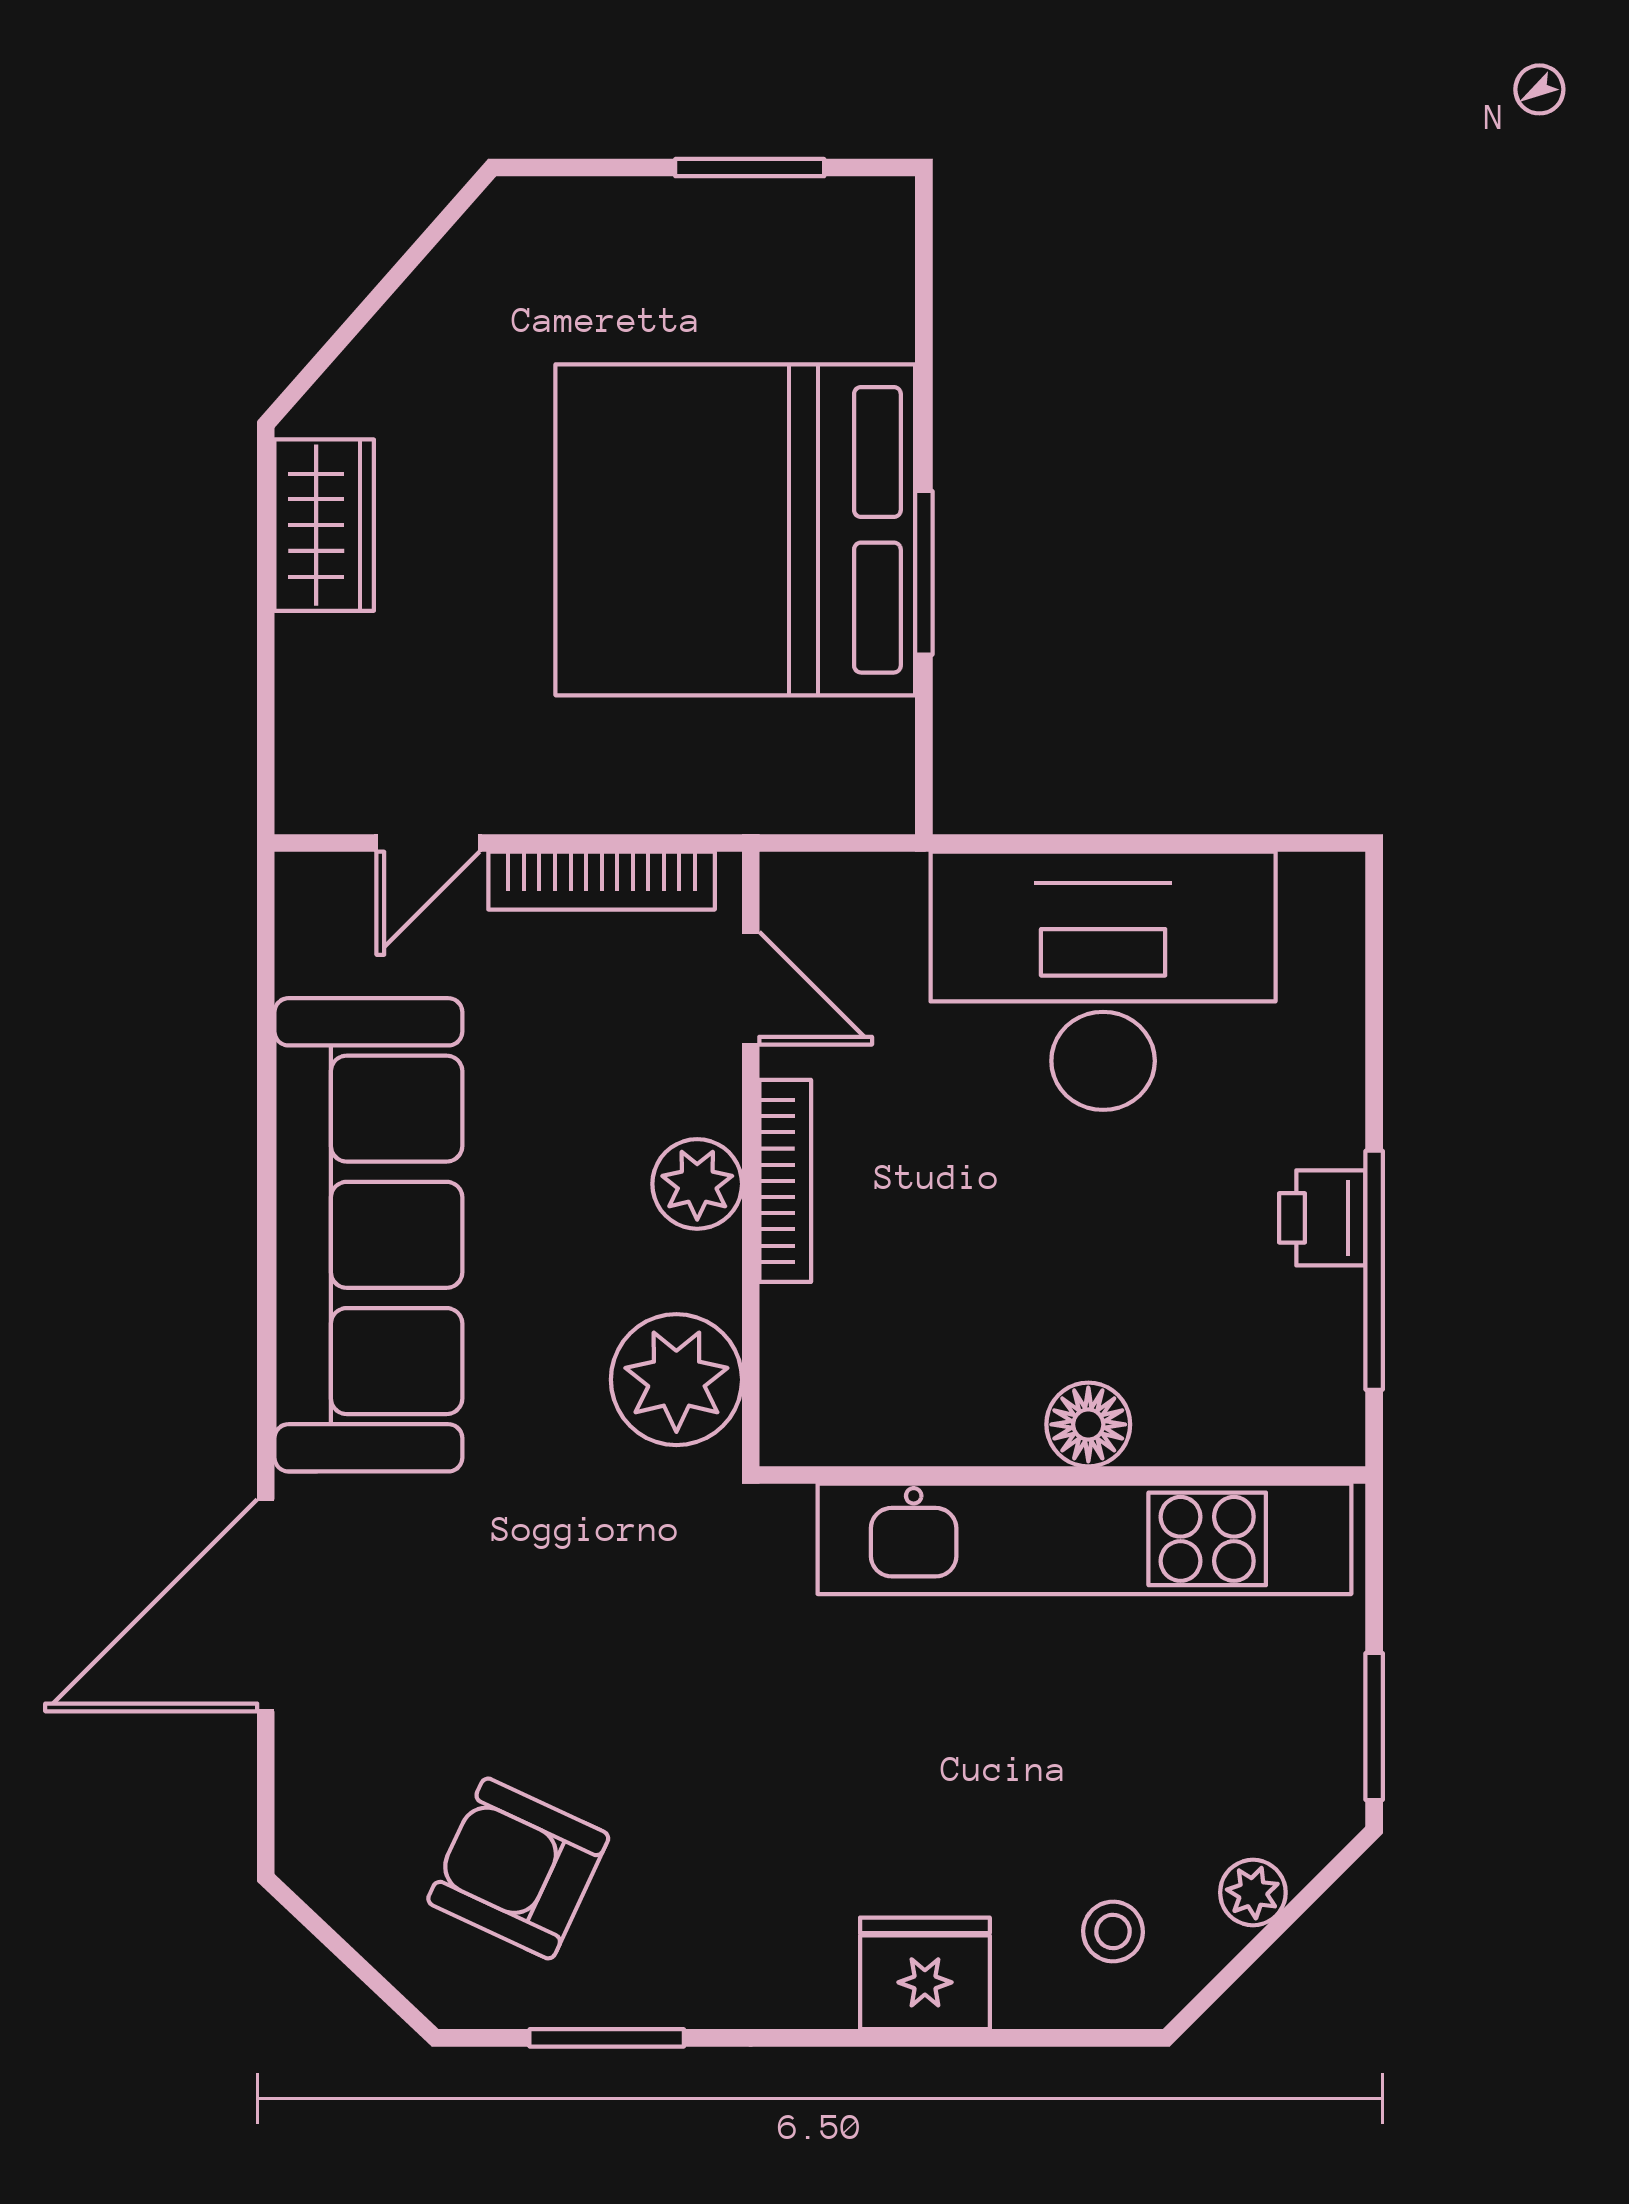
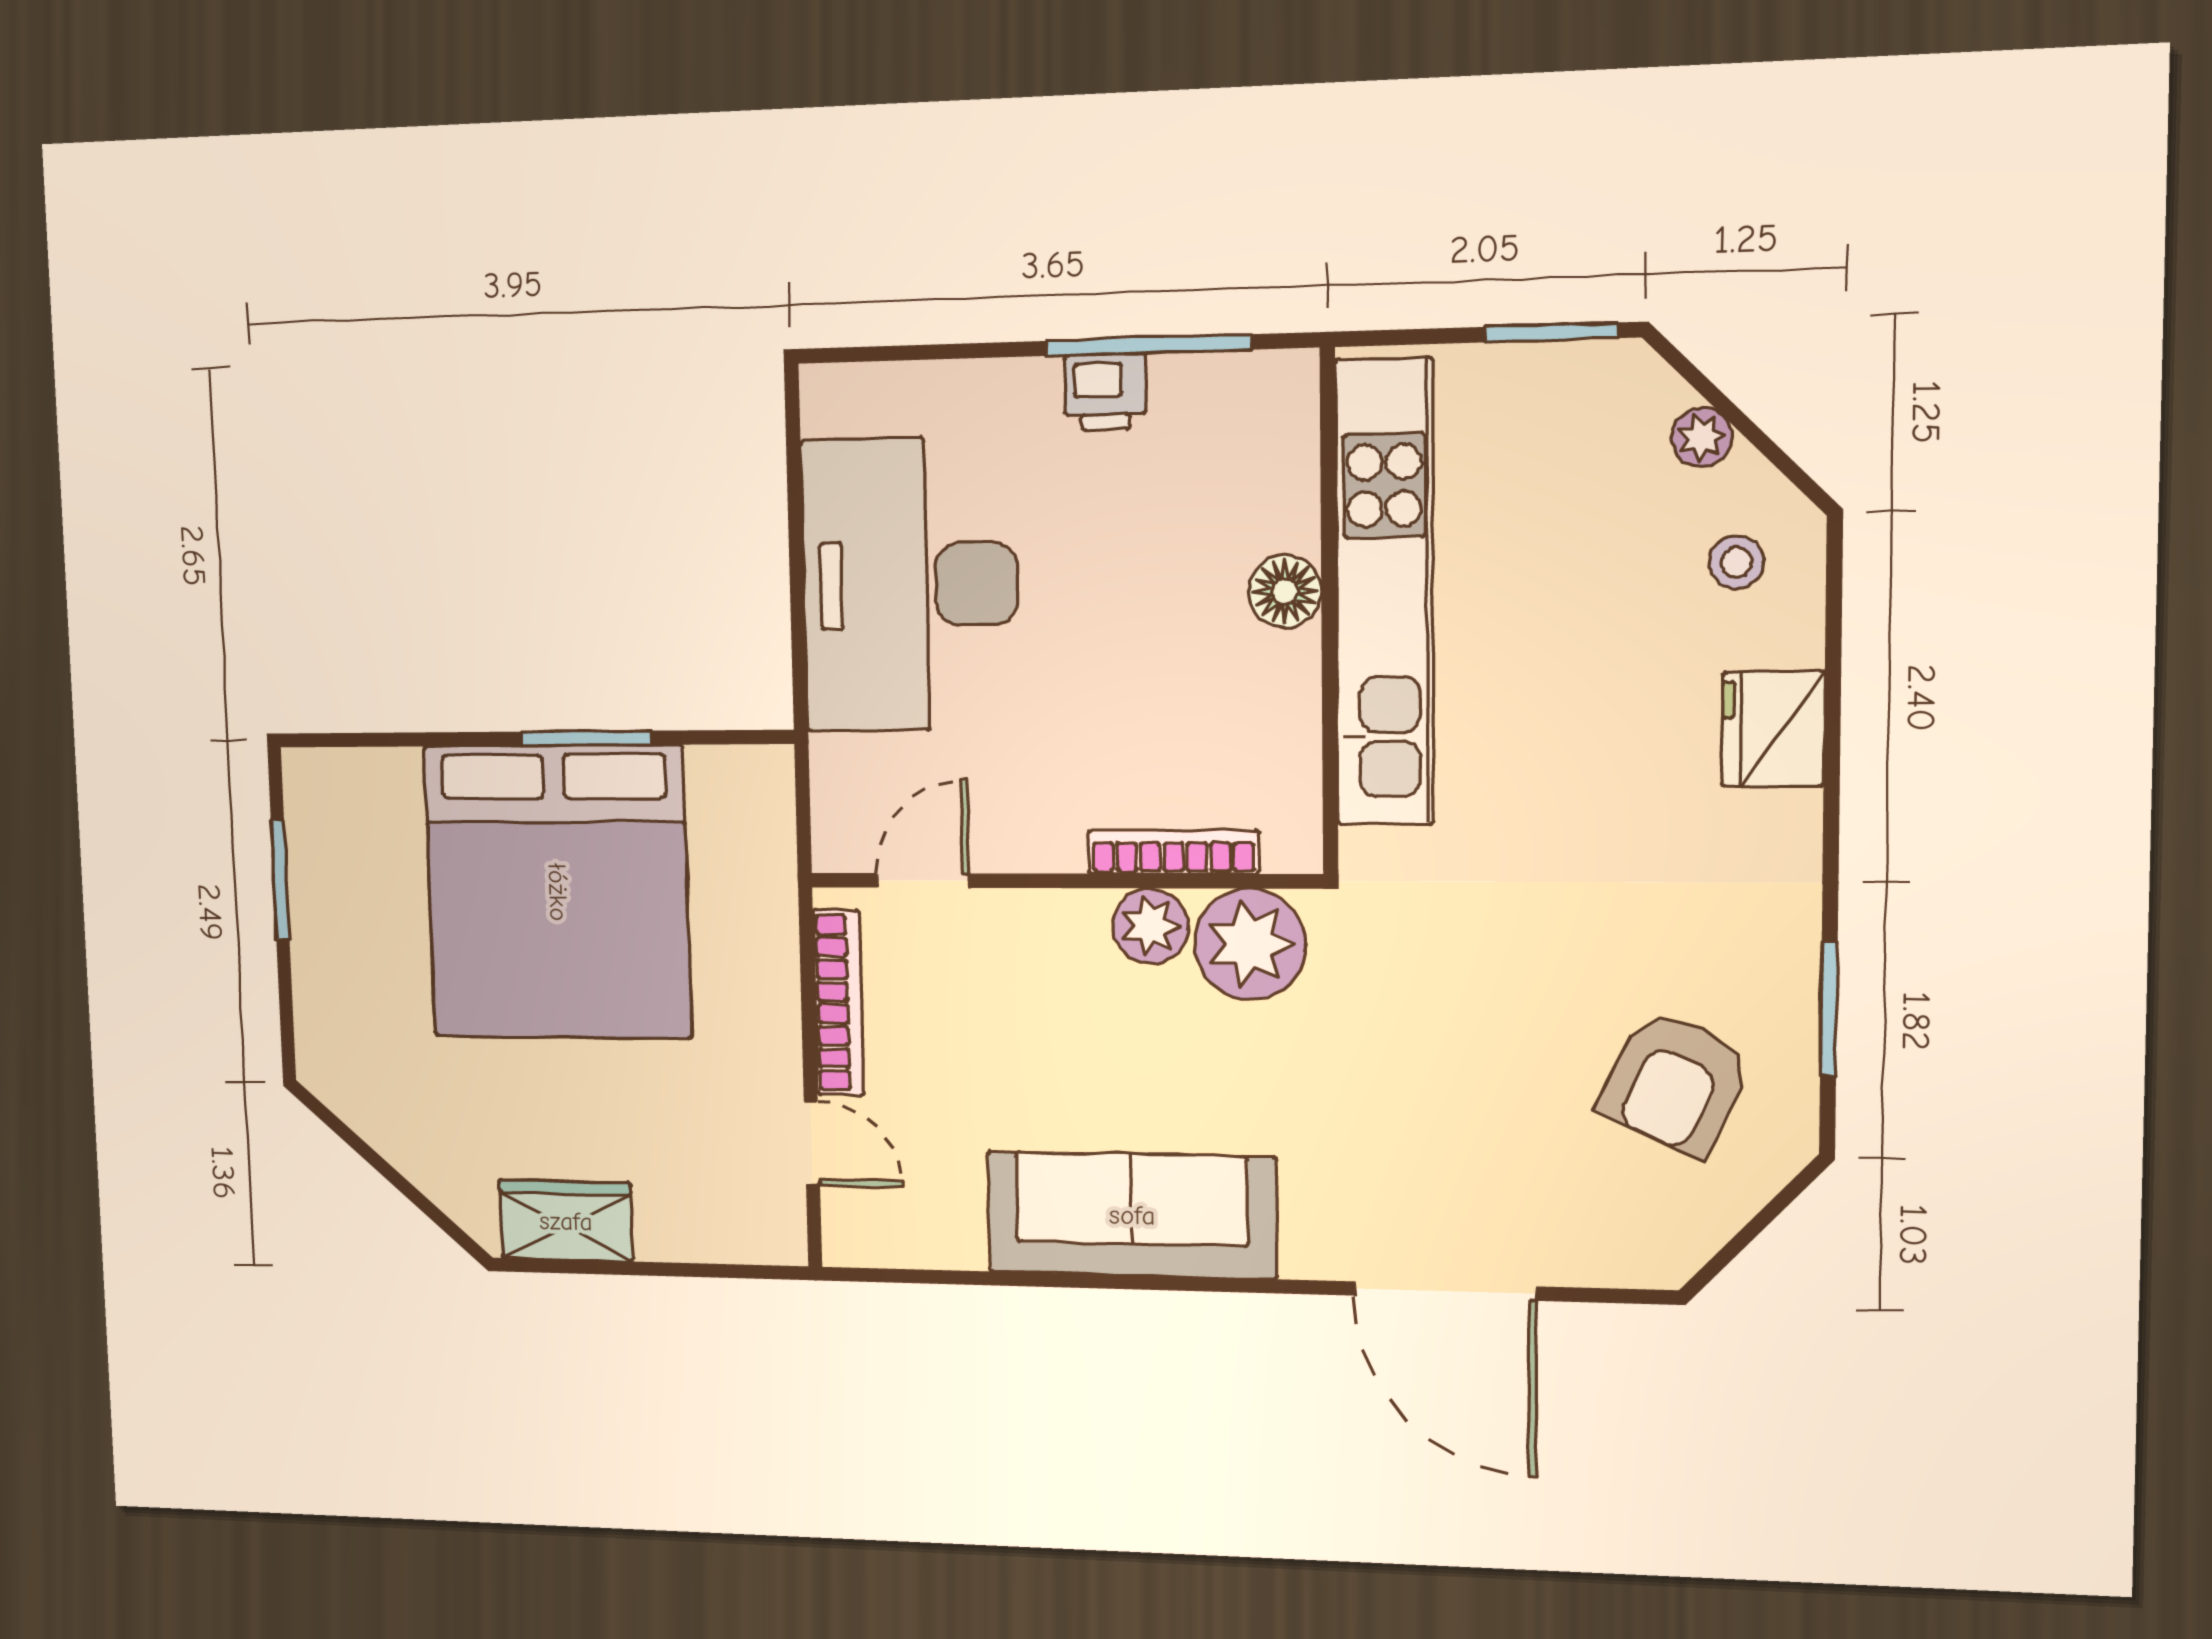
bookcase: (785, 1181) -> (1173, 852), moved
plant: (697, 1184) -> (1150, 926), moved
sofa: (368, 1235) -> (1132, 1215), width x0.74, depth x0.79

